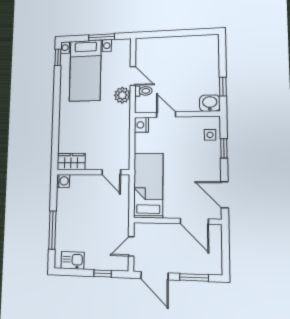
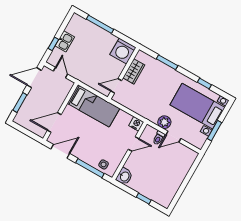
window: (58, 57) -> (204, 83), moved
window: (223, 87) -> (144, 199), moved
window: (56, 131) -> (167, 62), added
window: (224, 148) -> (90, 168), width x2.17
wardrobe: (71, 162) -> (134, 71), moved
washing machine: (63, 181) -> (123, 51), width x1.89, depth x1.89
kitchen sink: (73, 260) -> (65, 41), moved

